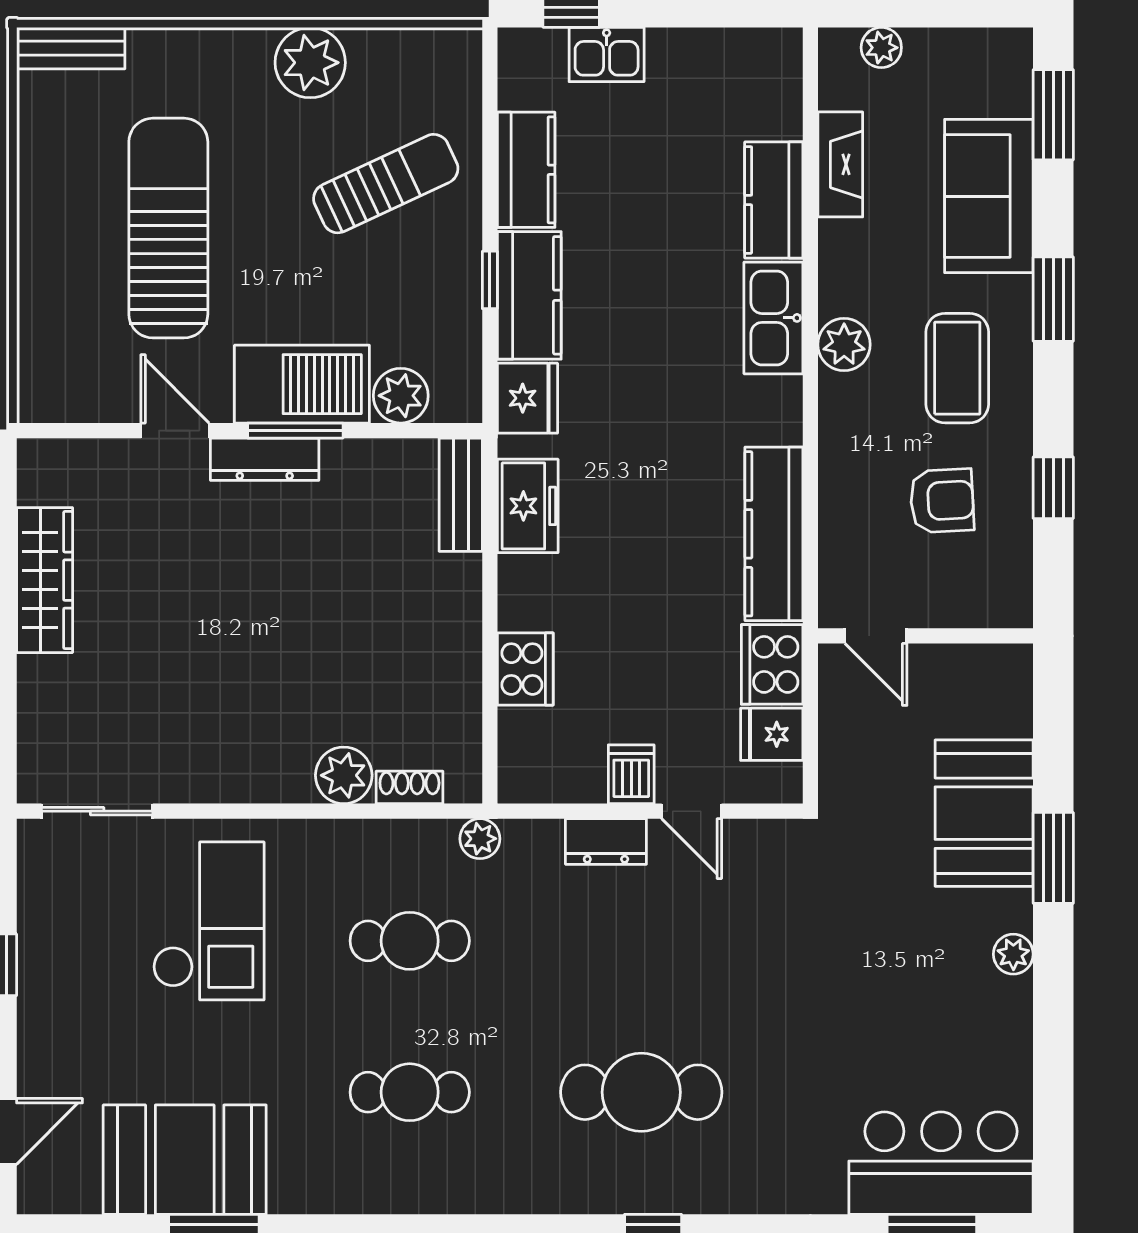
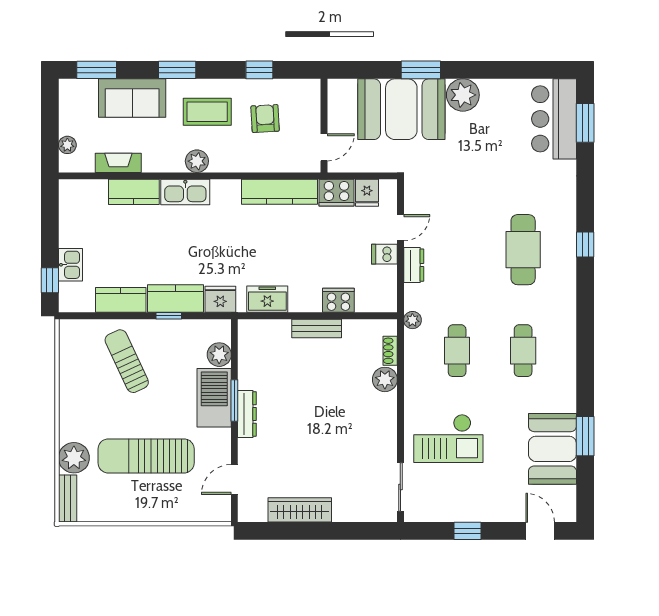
plant: (310, 63) -> (74, 458), moved
door: (175, 431) -> (234, 480), moved
bench: (461, 495) -> (317, 328), moved
booth: (984, 813) -> (401, 109), width x1.36, depth x1.42
checkout: (209, 921) -> (448, 438), turned 180
plant: (1013, 954) -> (463, 95), width x1.88, depth x1.88

